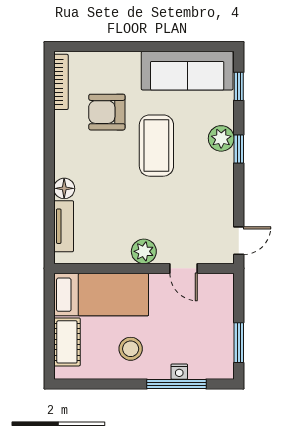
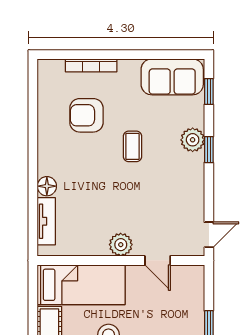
sofa: (187, 71) -> (172, 77), width x0.73
bookcase: (61, 82) -> (91, 65), moved, turned 90
coffee table: (156, 146) -> (132, 146), width x0.54, depth x0.58

